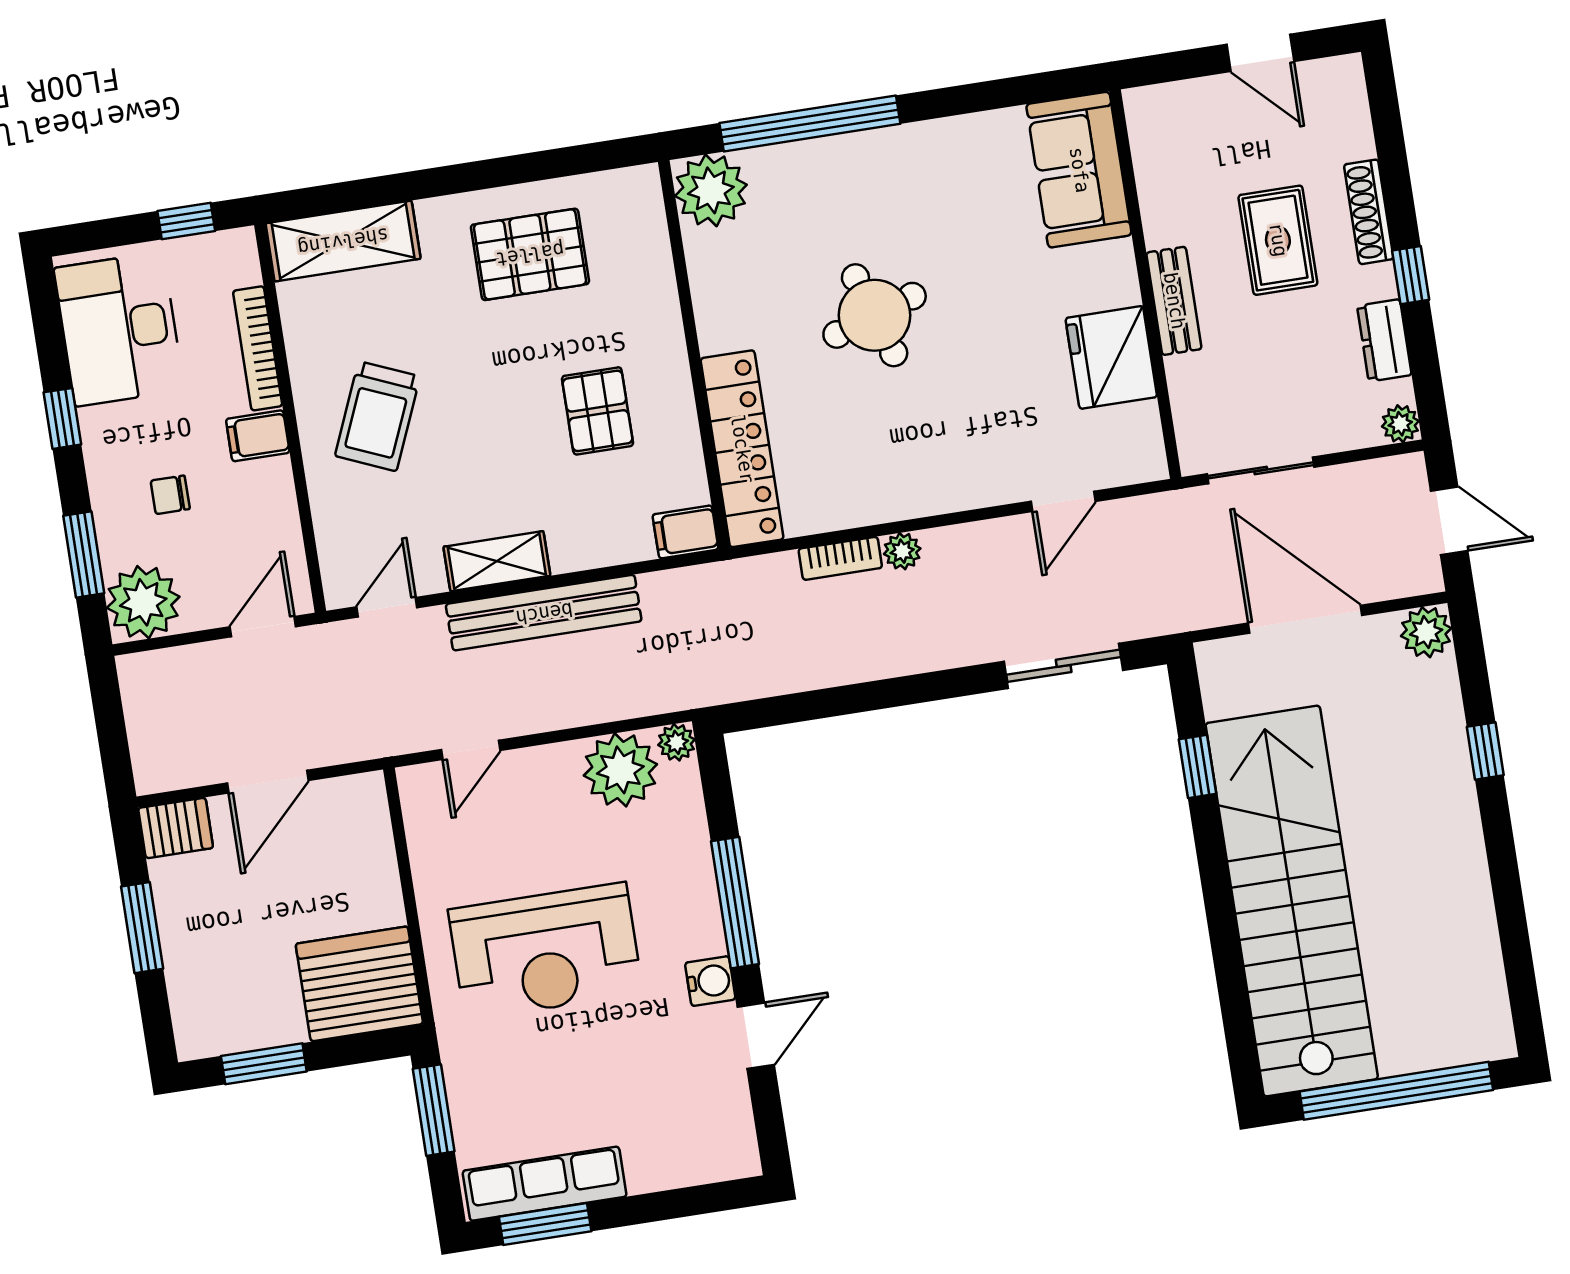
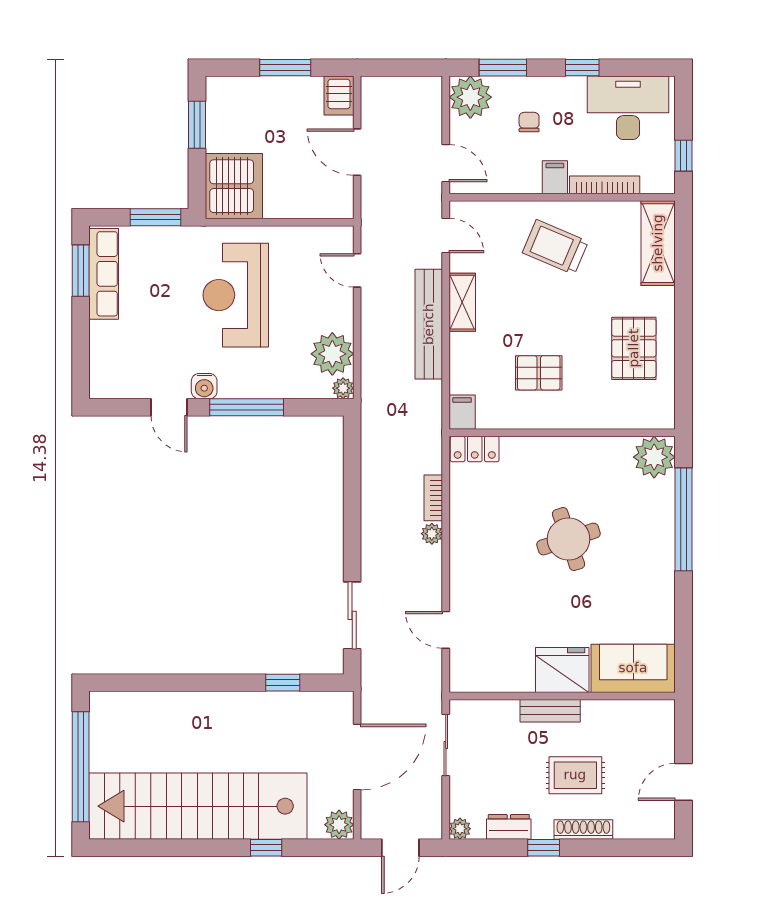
fridge: (1111, 357) -> (562, 670), moved
locker: (742, 449) -> (475, 449), width x0.46, depth x0.83
stairs: (1292, 901) -> (198, 806), moved, turned 180

